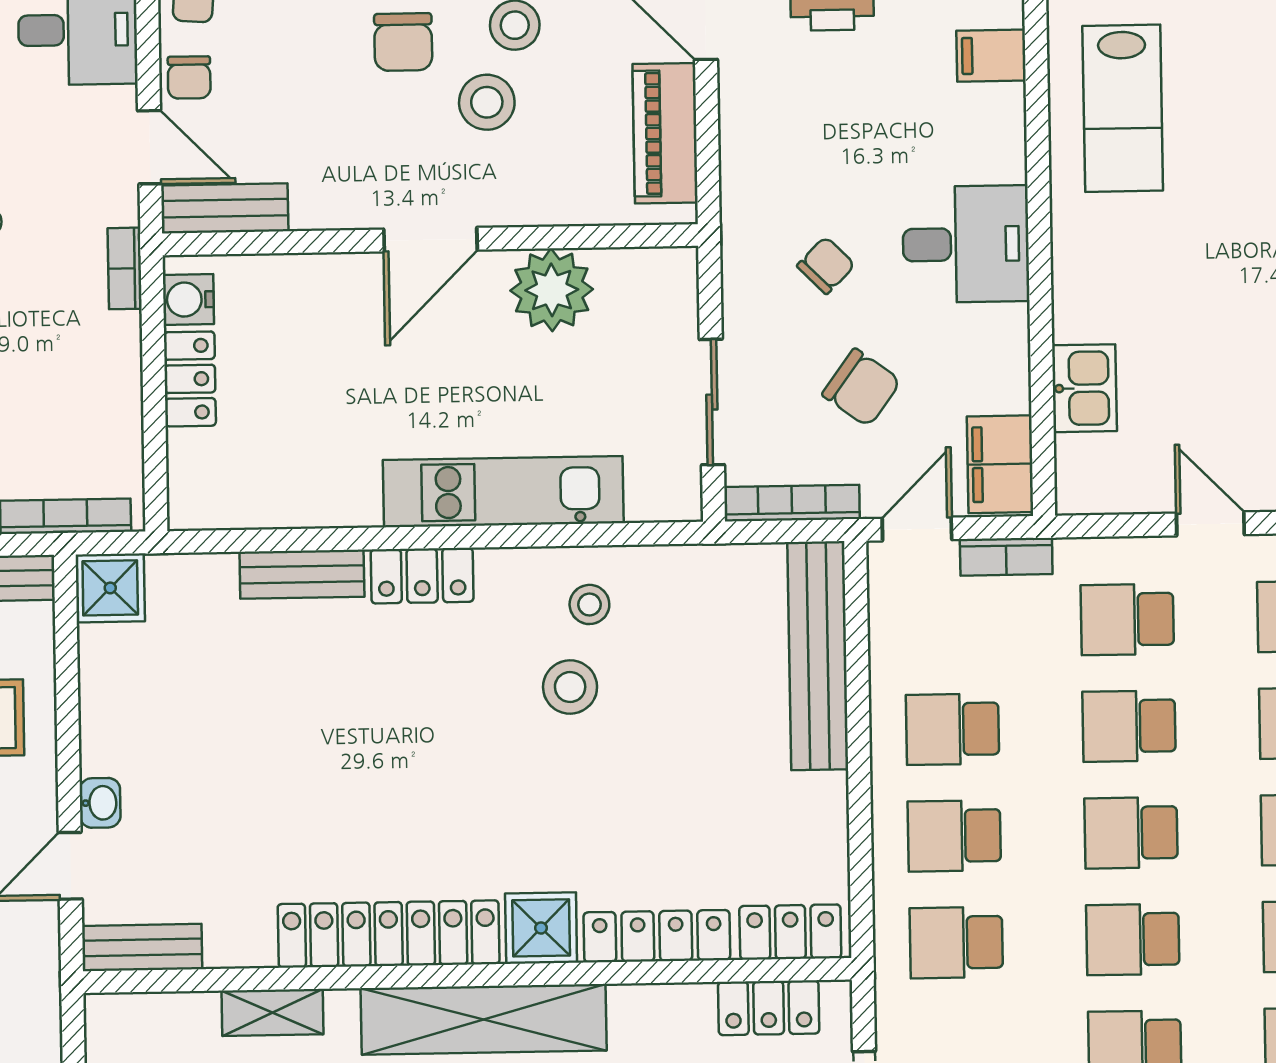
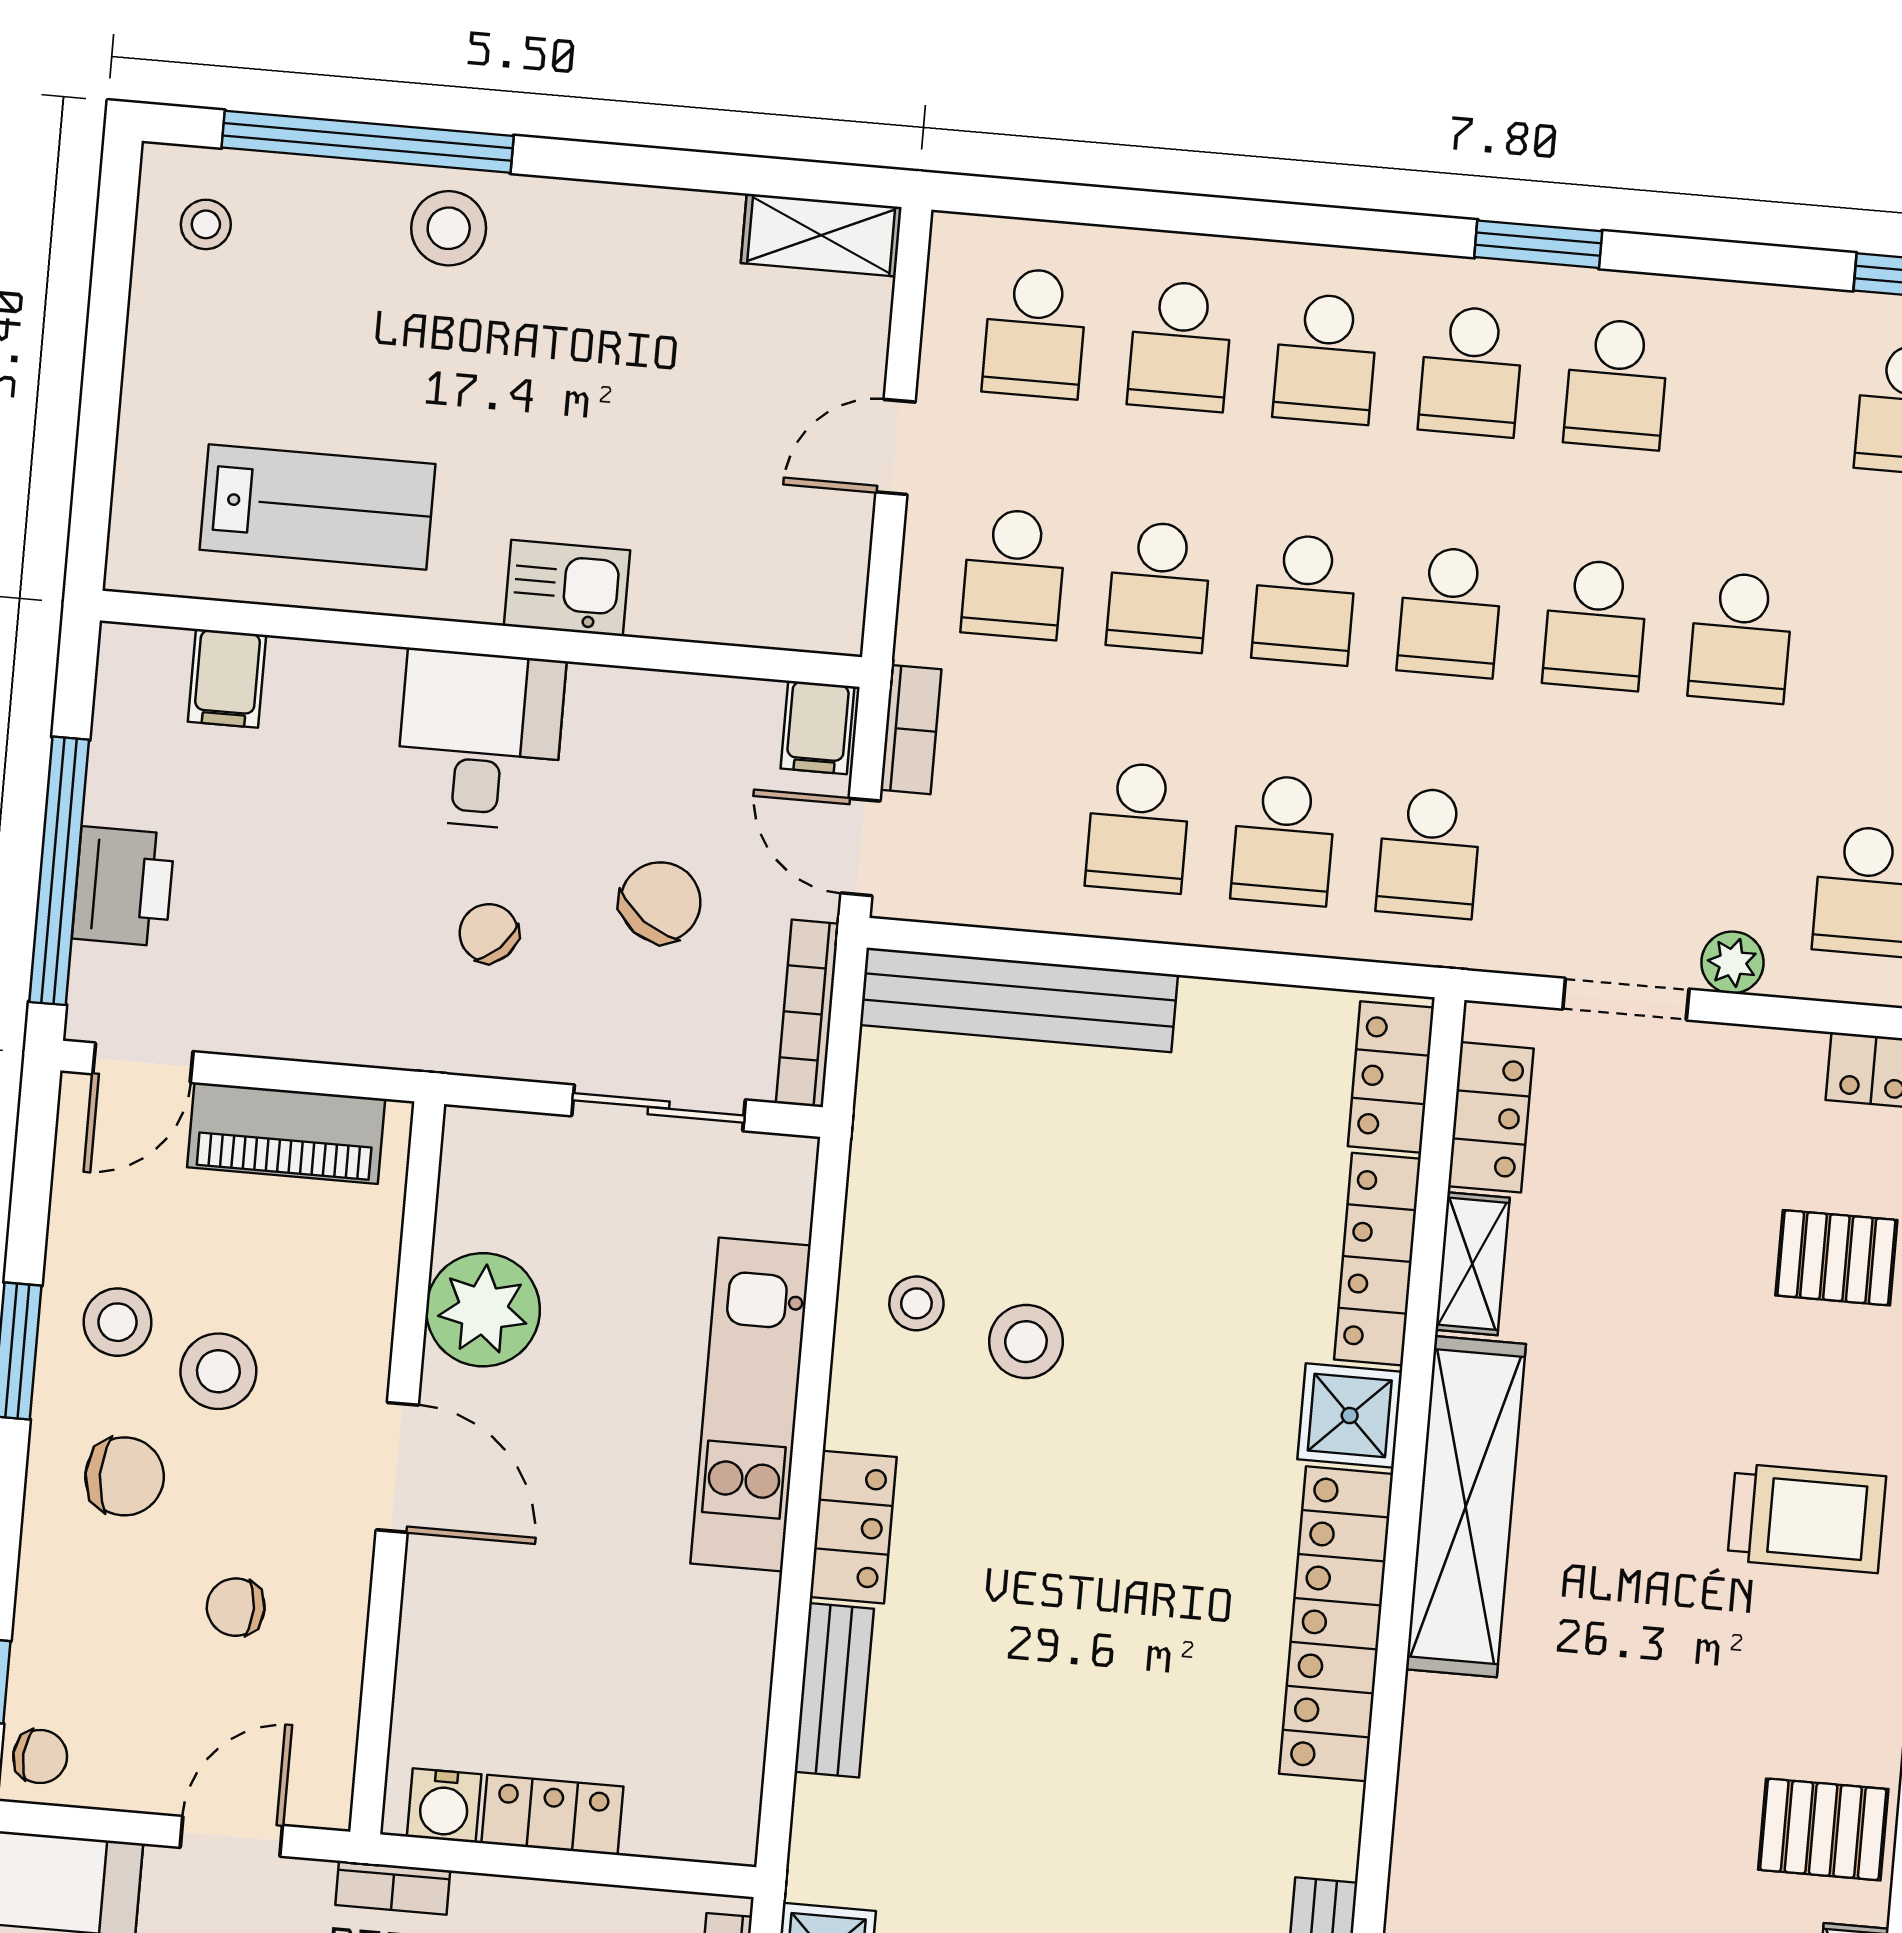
chair: (189, 77) -> (236, 1607), moved, turned 180
bench: (225, 208) -> (325, 1743), removed
kitchen sink: (1084, 388) -> (567, 588), moved
filing cabinet: (1000, 464) -> (817, 727), width x0.50
shelving: (272, 1012) -> (1472, 1264), moved

